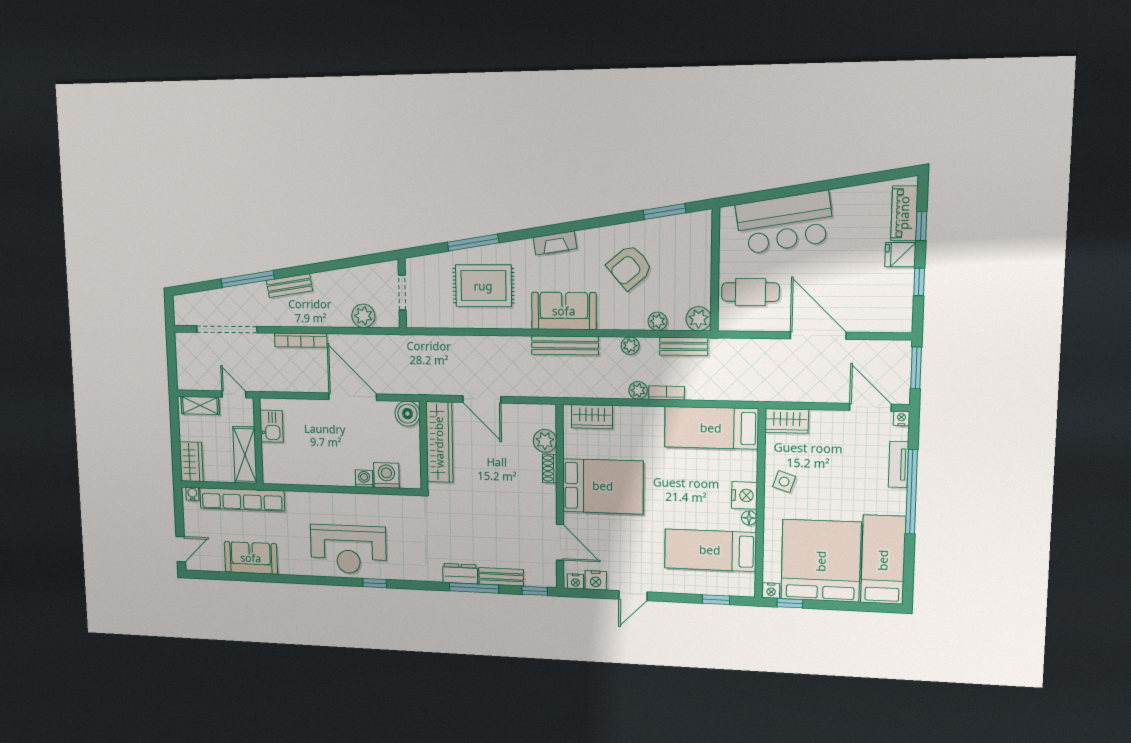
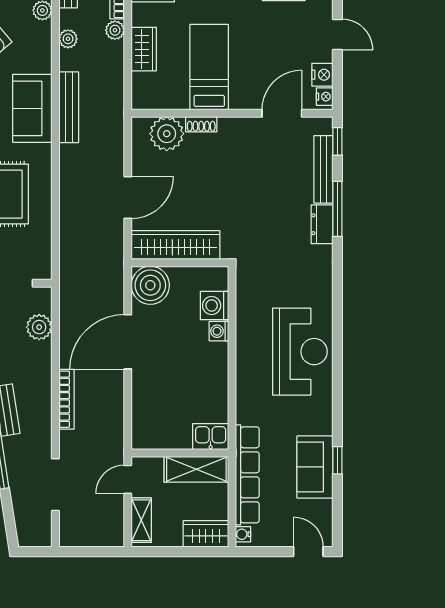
doorway: (227, 329) -> (55, 485), width x0.73
boiler: (407, 414) -> (150, 285), width x1.37, depth x1.37
wardrobe: (592, 417) -> (144, 49), moved
kitchen sink: (271, 426) -> (211, 437), moved
plant: (545, 441) -> (167, 134), width x1.36, depth x1.36
bed: (603, 486) -> (209, 67), width x0.67
bench: (501, 577) -> (323, 169), width x1.36
window: (375, 583) -> (337, 460), moved

